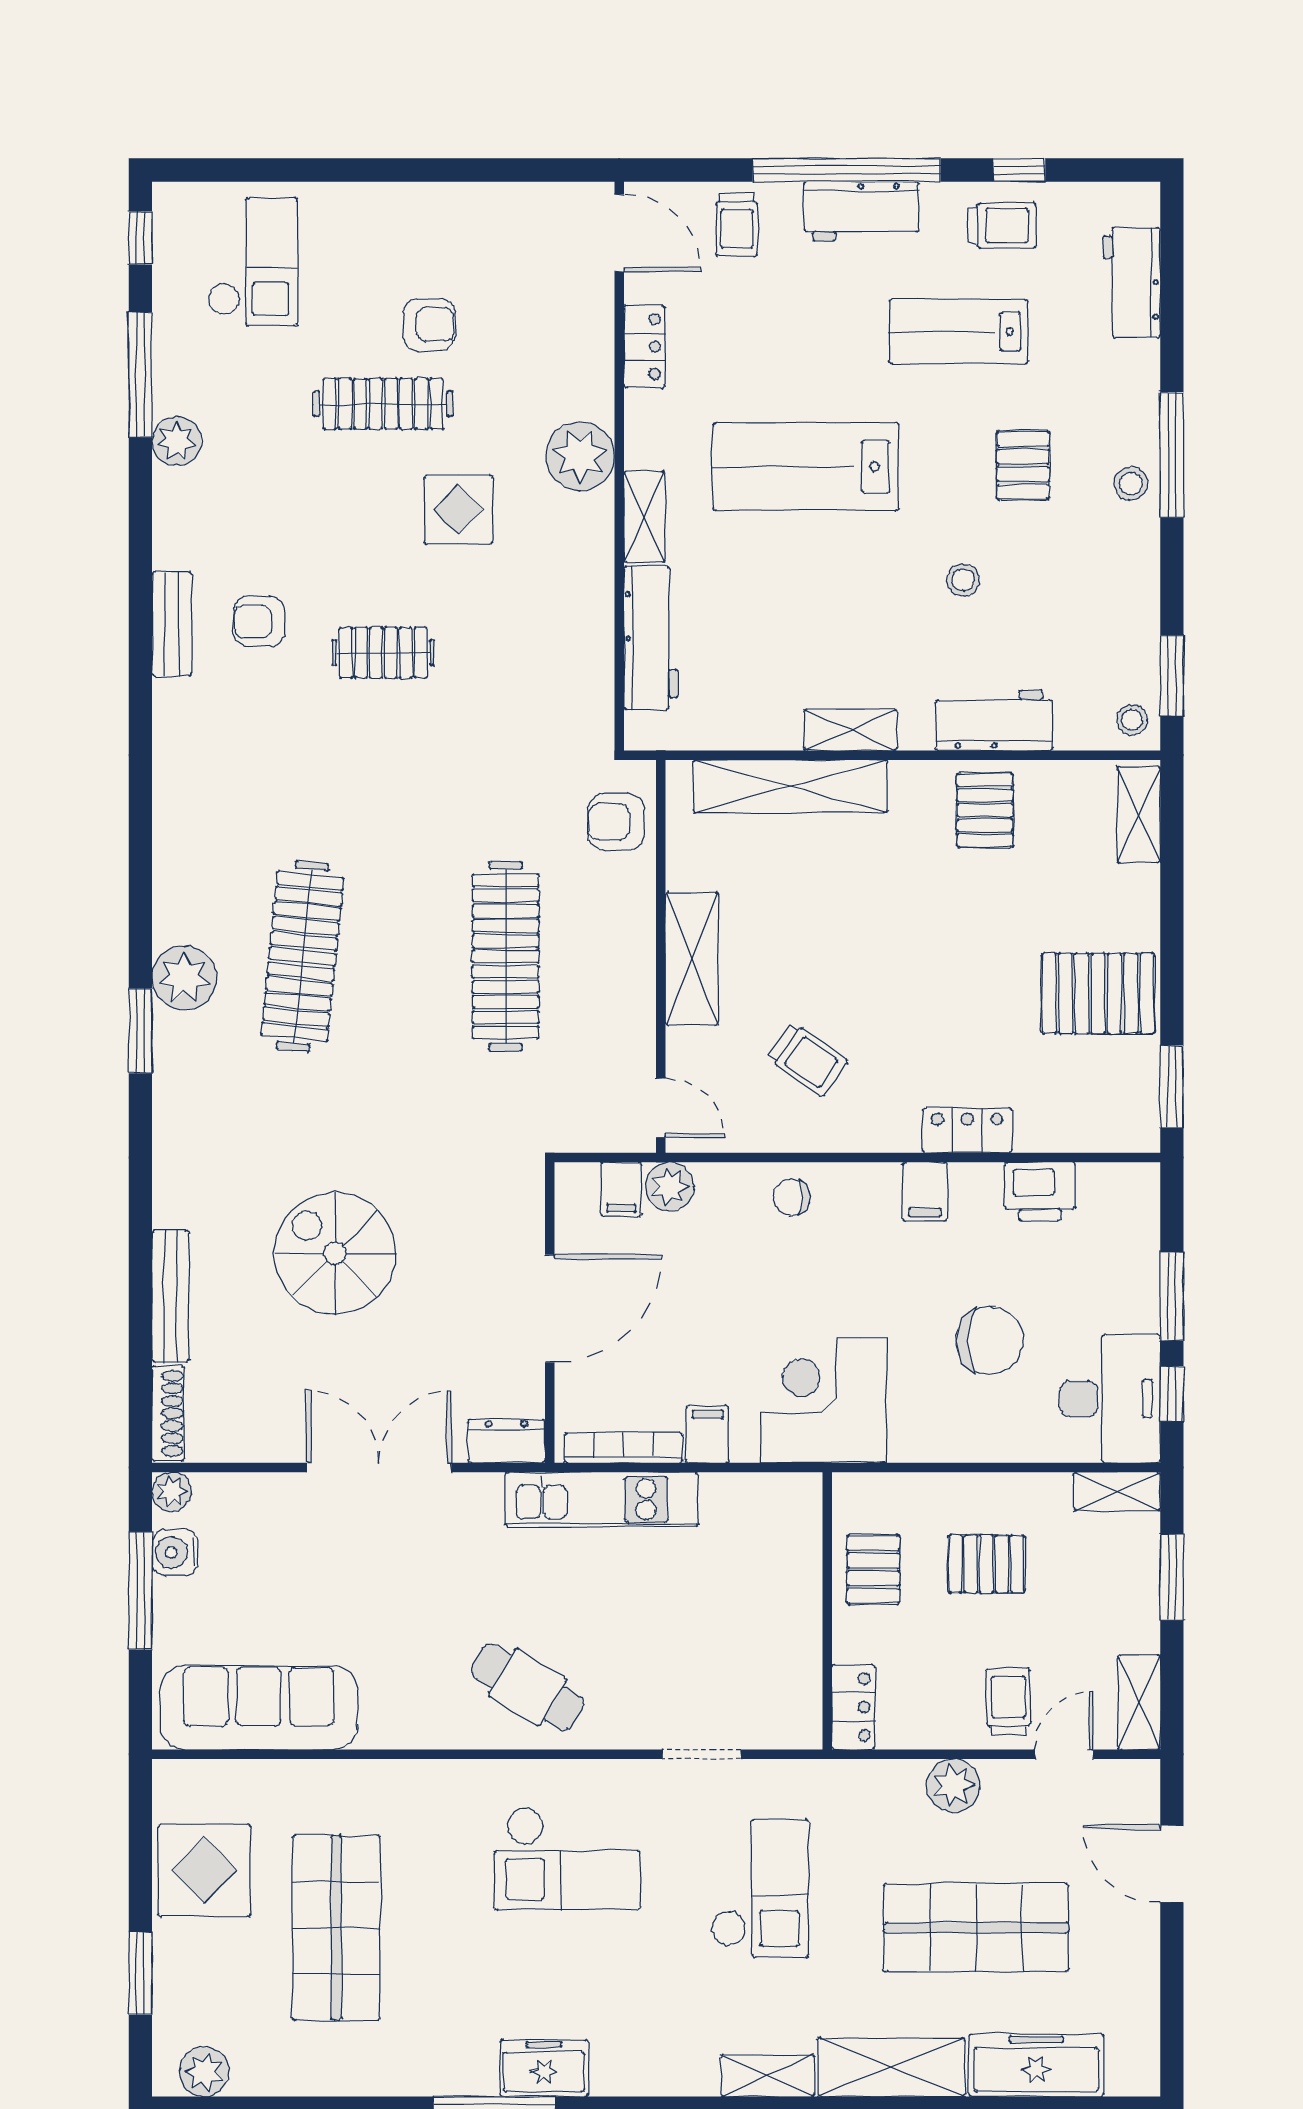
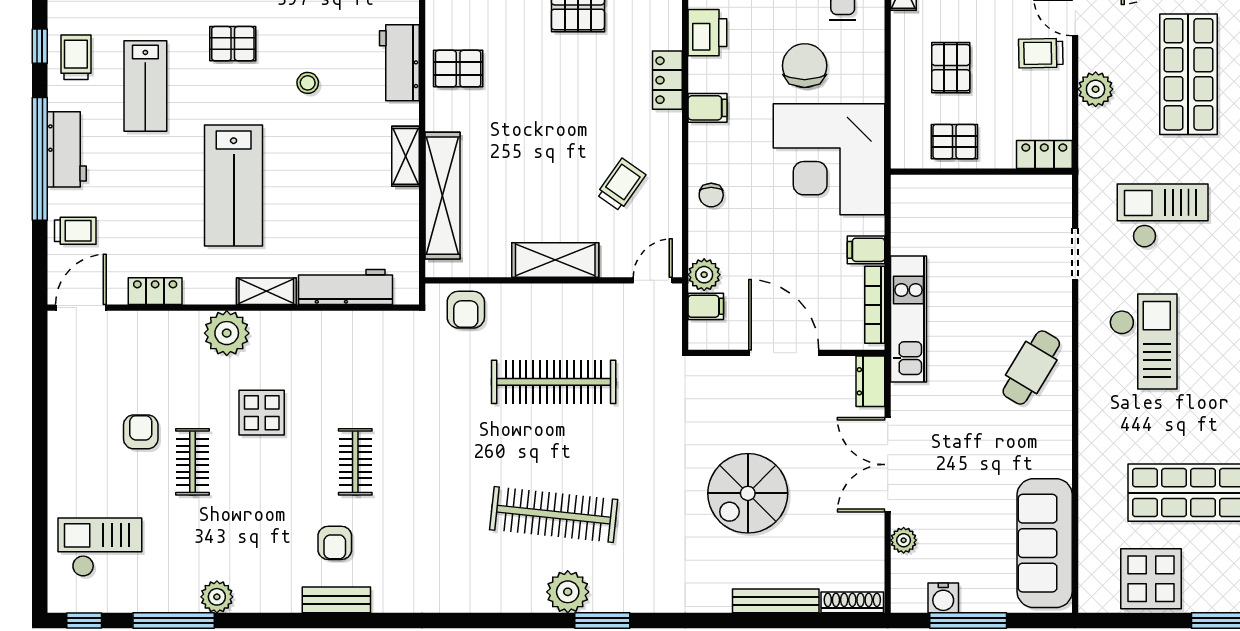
clothes rail: (383, 404) -> (193, 462), width x0.73
corner desk: (824, 1400) -> (829, 159), width x1.36, depth x1.36
plant: (172, 1492) -> (904, 540), moved

